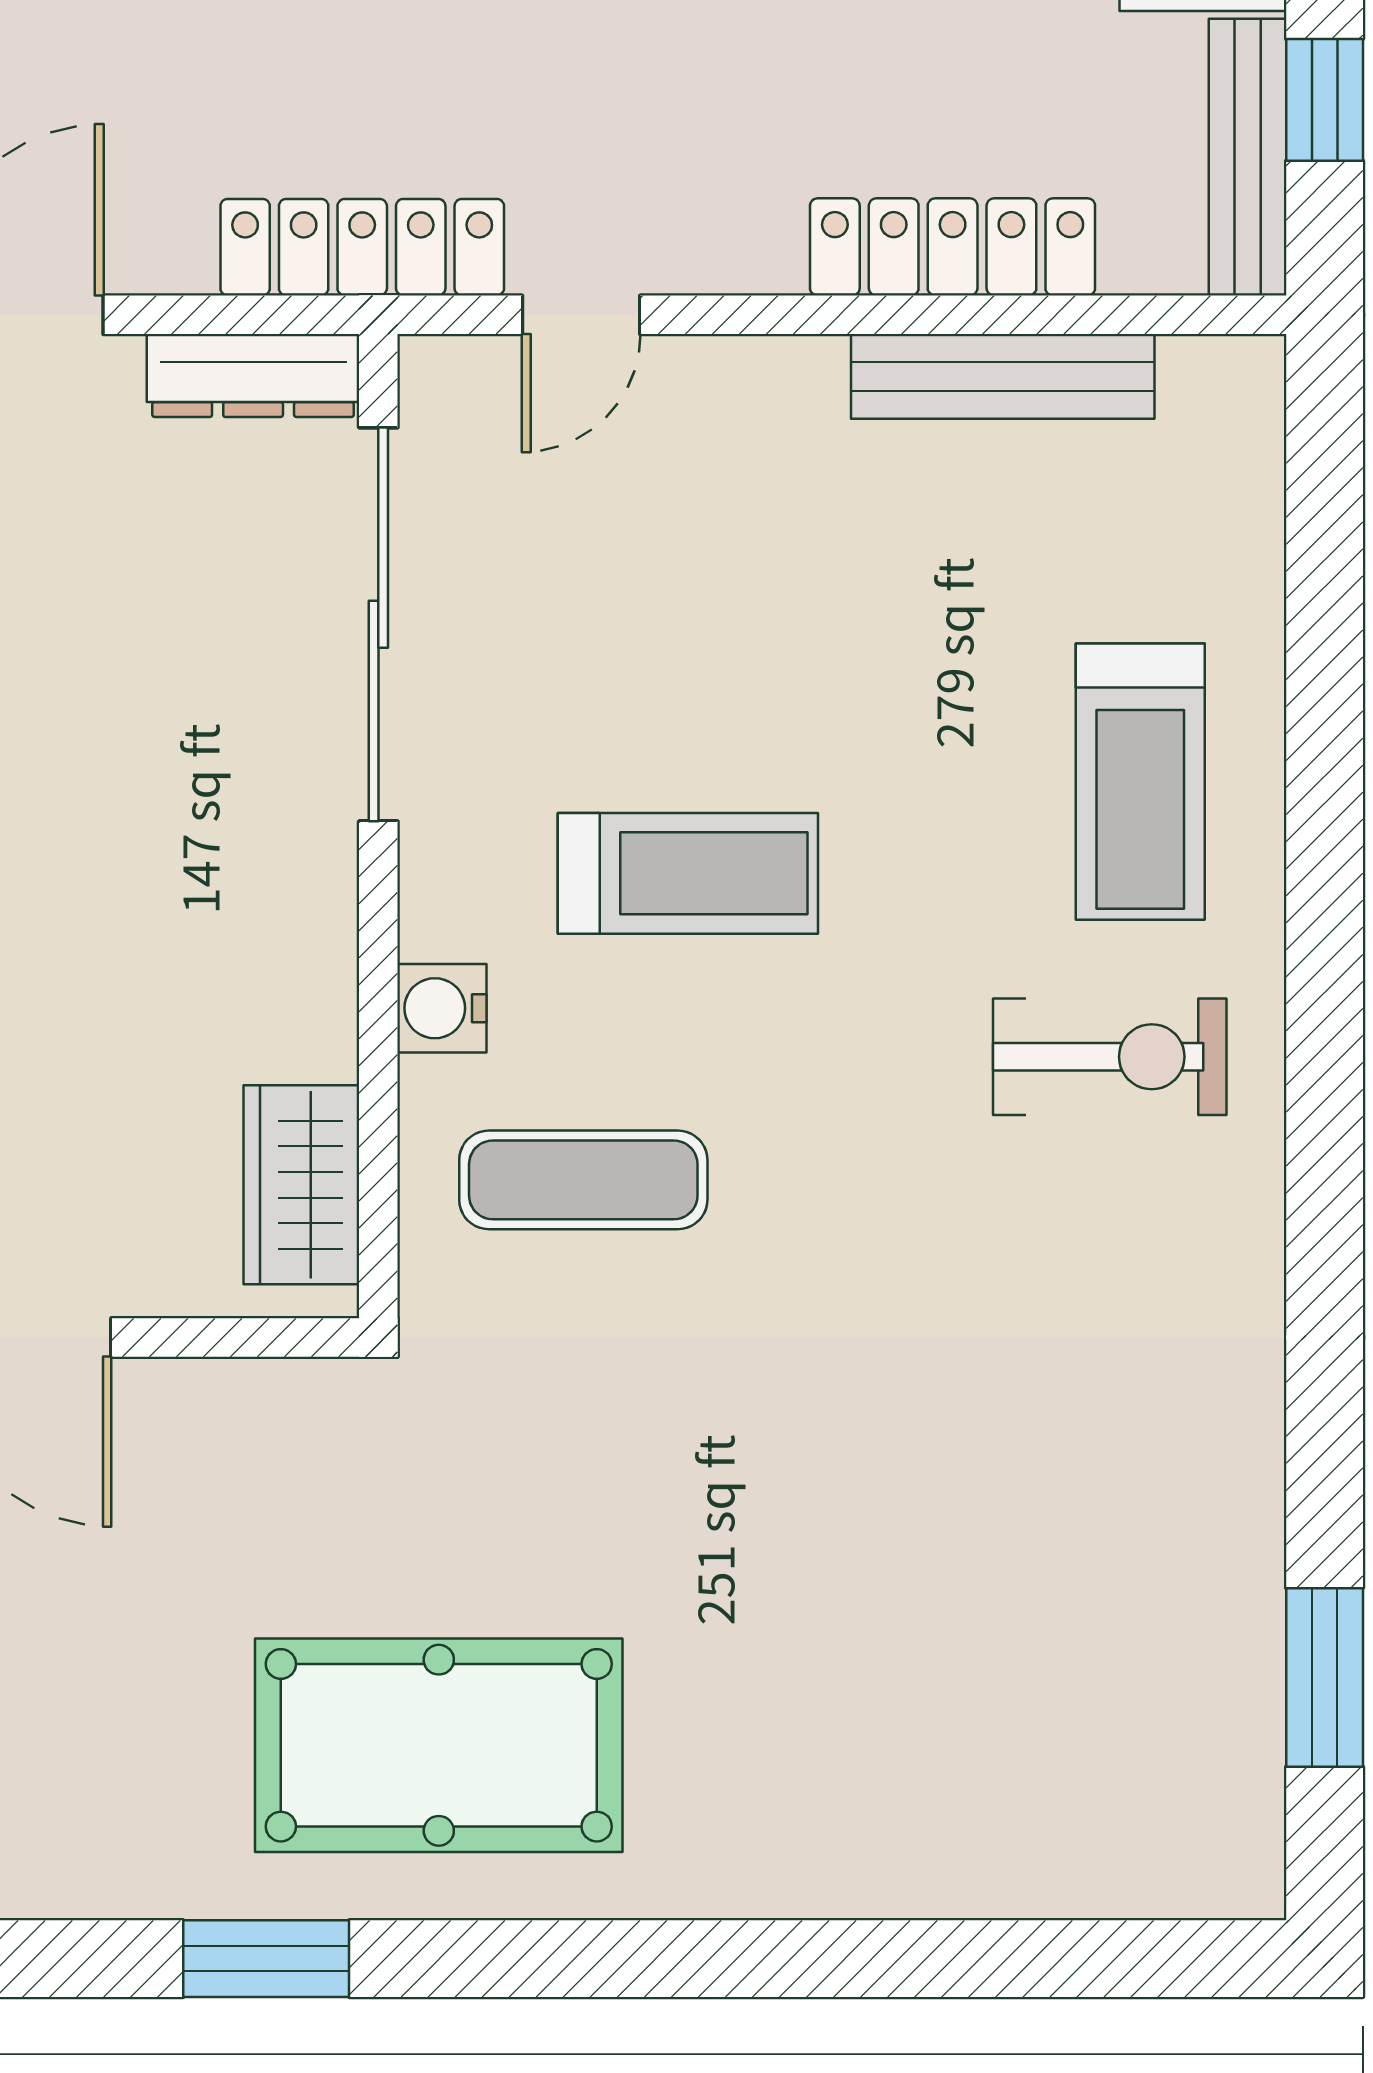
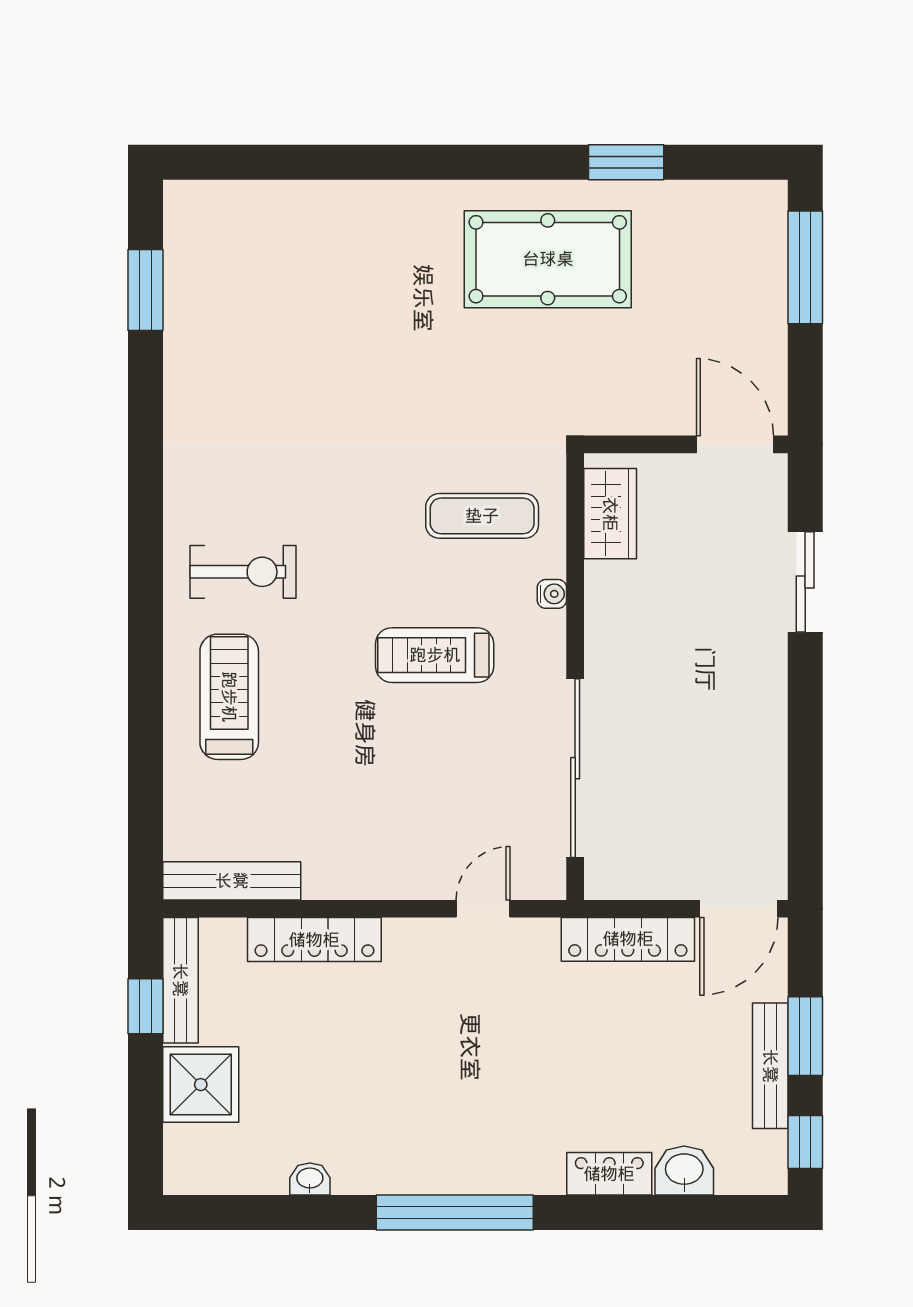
locker: (362, 247) -> (628, 939), moved
dresser: (253, 375) -> (632, 881), removed
bench: (1003, 376) -> (232, 881), moved
water cooler: (442, 1008) -> (552, 594), width x0.72, depth x0.72
exercise bike: (1110, 1057) -> (243, 572), turned 180

